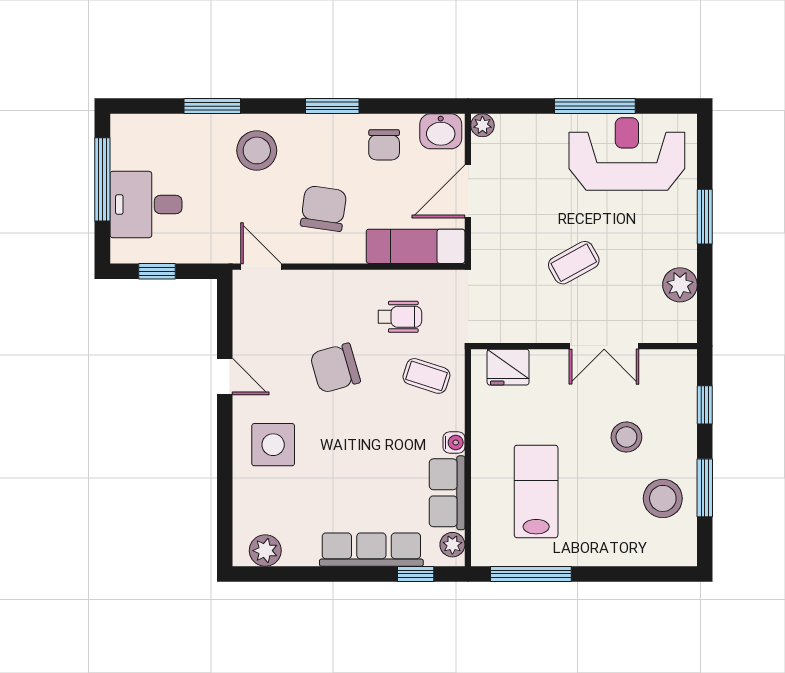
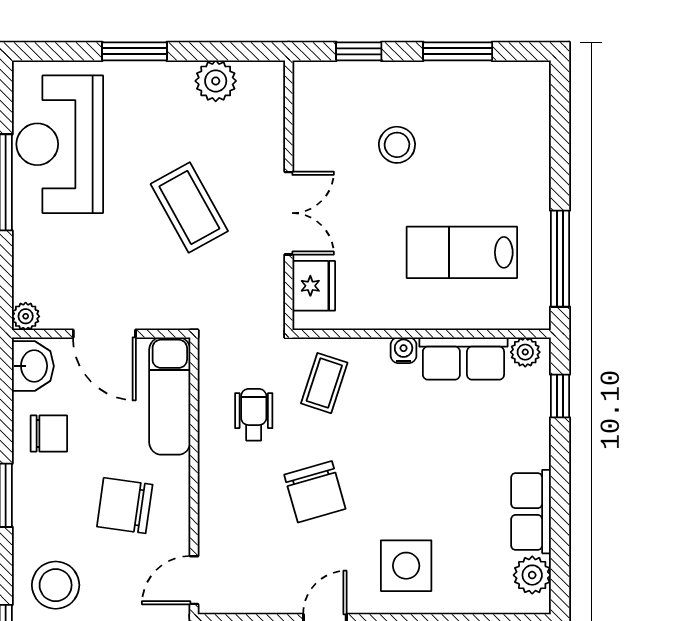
coffee table: (574, 263) -> (189, 208), width x1.36, depth x1.30
double door: (604, 346) -> (289, 213), moved
stool: (663, 498) -> (470, 101), removed
row of seats: (371, 550) -> (531, 512), moved, width x0.68

